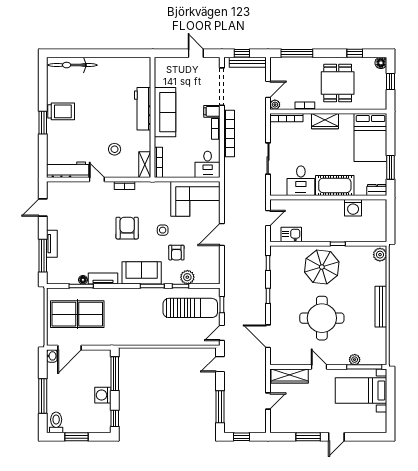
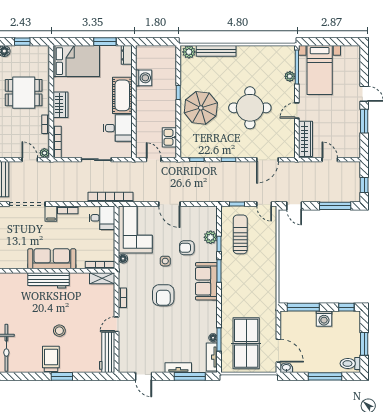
bookcase: (229, 133) -> (110, 197), moved
stool: (115, 149) -> (59, 331), moved
floor lamp: (165, 186) -> (123, 259), added
armchair: (127, 228) -> (163, 295), turned -90
armchair: (176, 253) -> (187, 248), turned 180
tv unit: (103, 279) -> (212, 357), moved
bench: (381, 307) -> (216, 51), moved
sun lounger: (190, 308) -> (240, 234), width x0.73, depth x0.75

